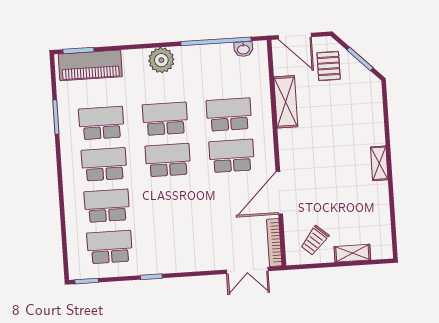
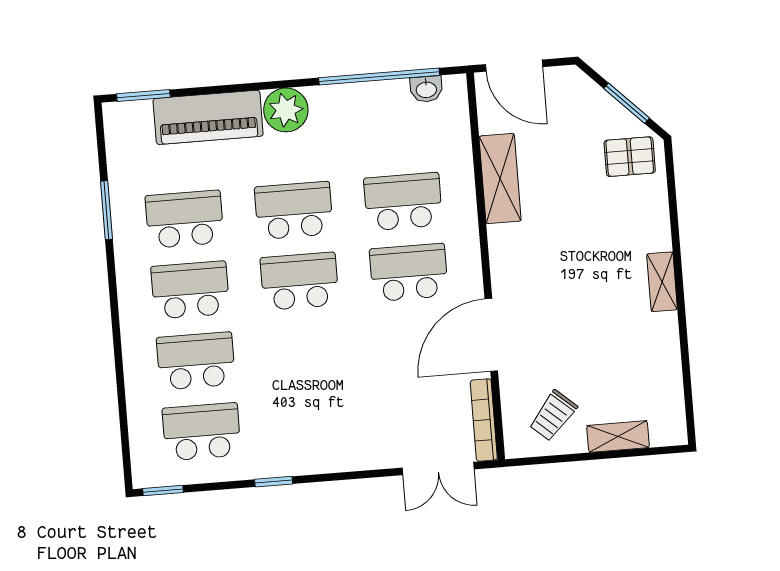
piano: (90, 65) -> (208, 117), moved
pallet: (329, 66) -> (630, 157), moved, turned 90

